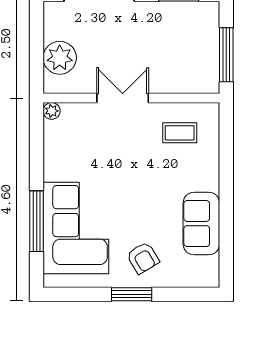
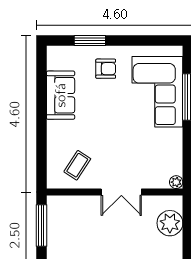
coffee table: (180, 133) -> (77, 165), turned -57
armchair: (143, 258) -> (106, 69), turned 121
window: (132, 294) -> (90, 41), moved

